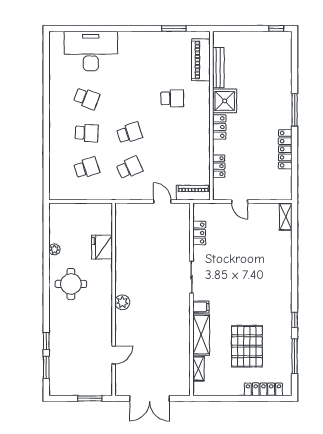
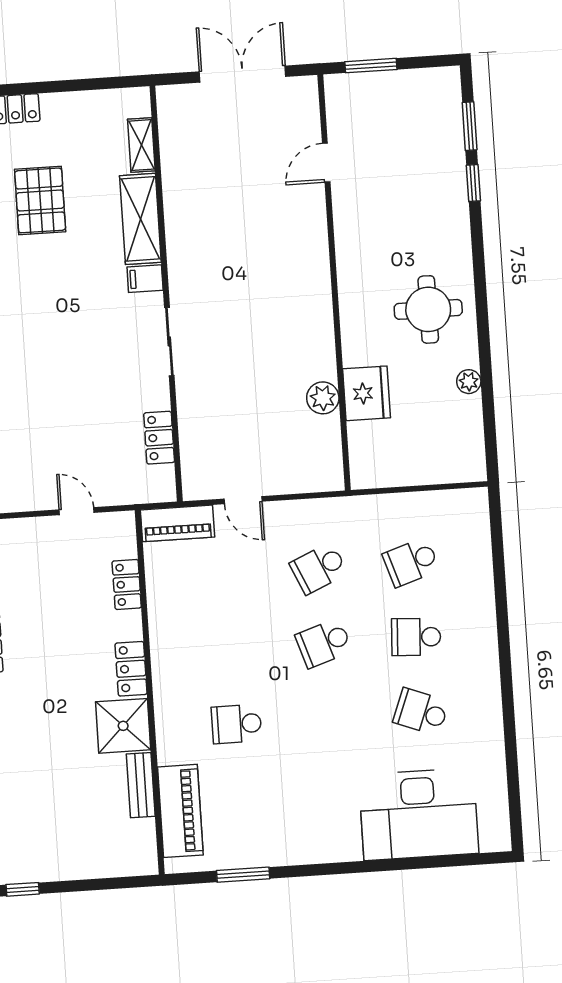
bench: (218, 68) -> (141, 785), width x0.73
plant: (122, 302) -> (323, 398), moved
pallet: (247, 346) -> (40, 200), width x0.73, depth x0.71

